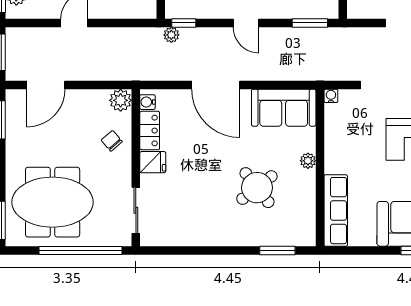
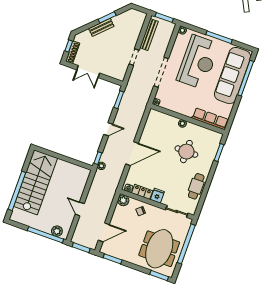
door: (46, 85) -> (104, 232), hinge flipped
sofa: (284, 108) -> (154, 126), removed
round table: (257, 188) -> (186, 152), turned 38
cafe table: (197, 230) -> (196, 186), added

